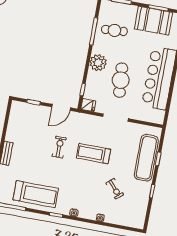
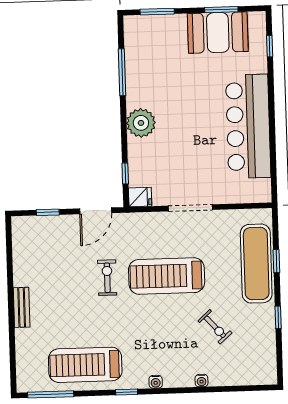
cafe table: (114, 30) -> (157, 63), removed
cafe table: (121, 80) -> (185, 144), removed
treadmill: (93, 154) -> (167, 276), width x1.37, depth x1.38
treadmill: (36, 194) -> (85, 365), turned 180

